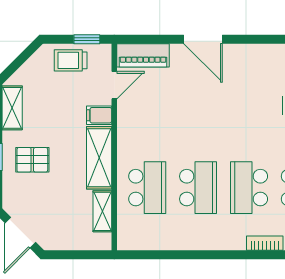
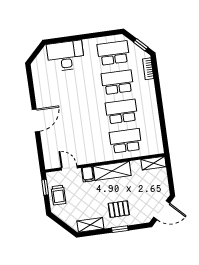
piano: (143, 55) -> (50, 154), removed
pallet: (32, 160) -> (119, 209), turned 90
school desk: (249, 188) -> (117, 82), turned 180
shelving: (102, 211) -> (153, 163), moved

